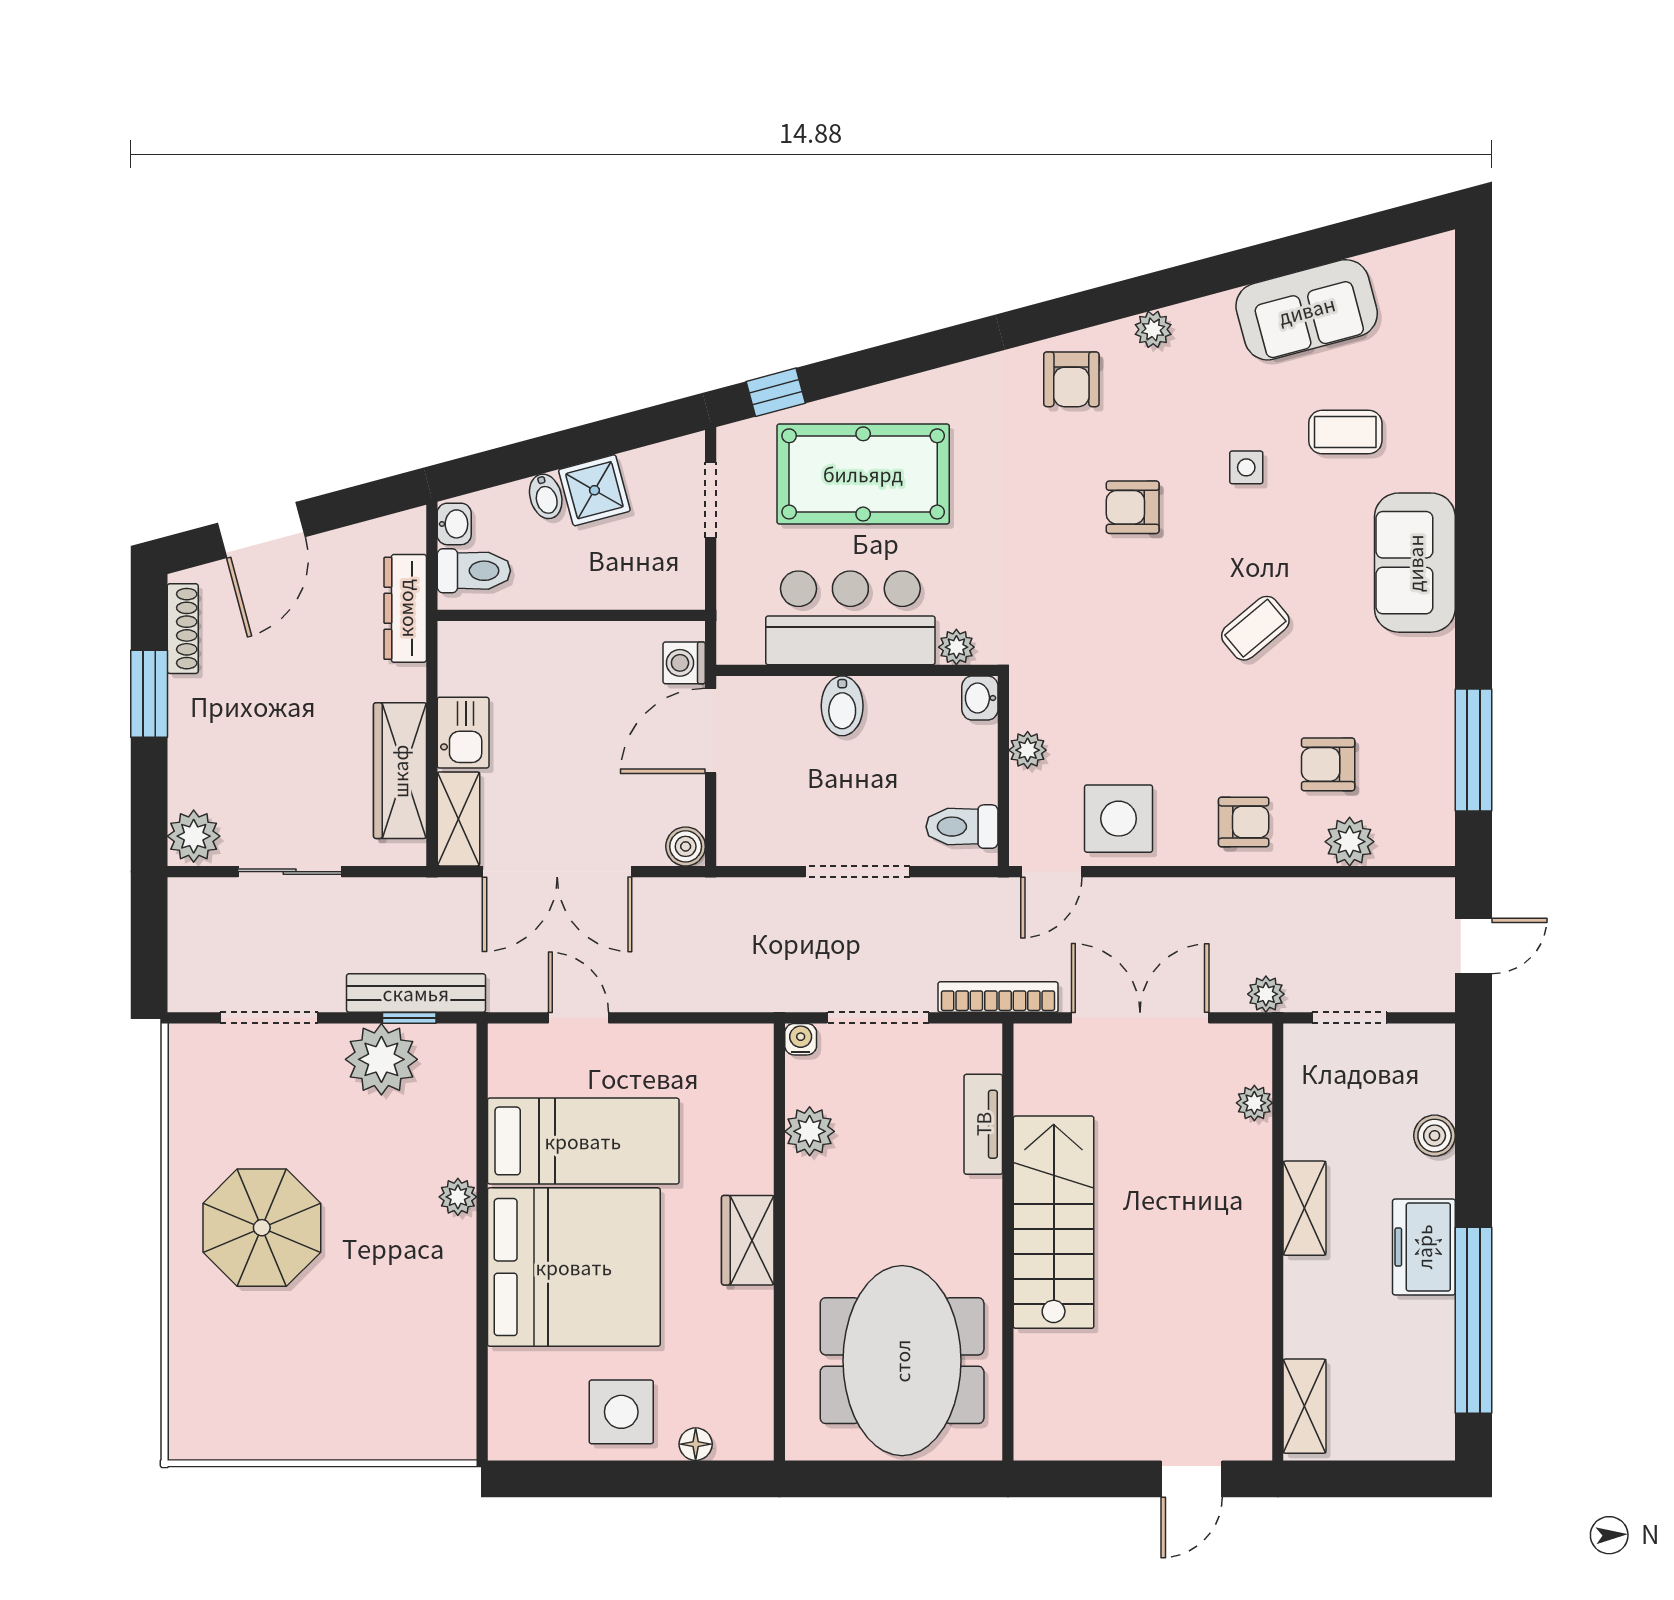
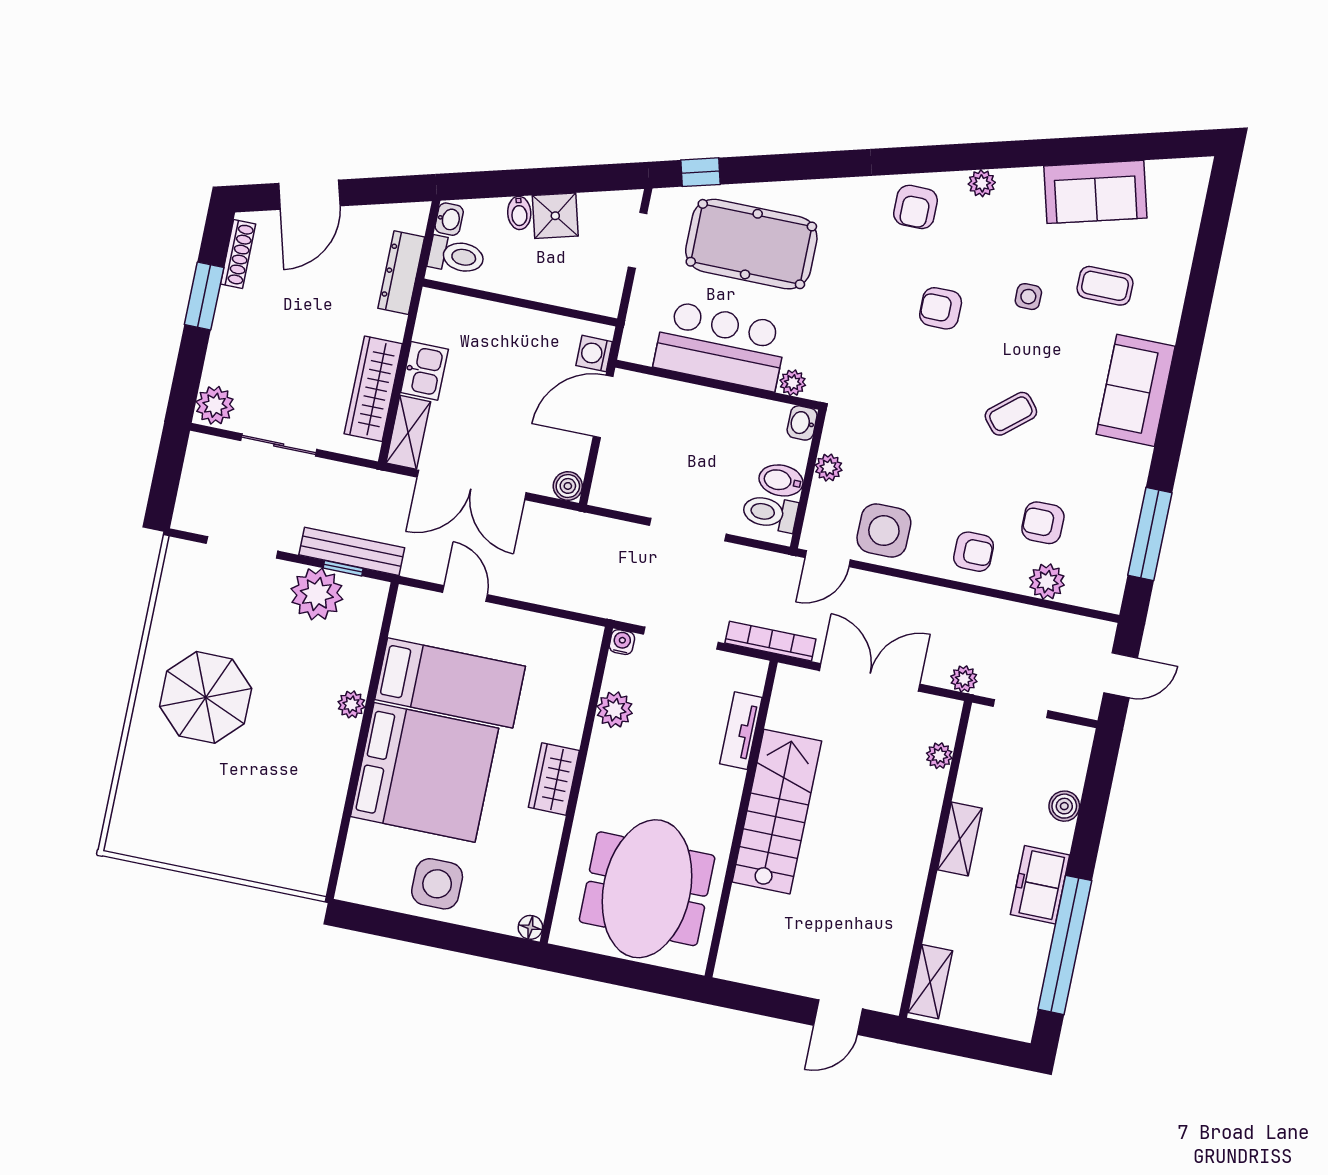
bidet: (842, 706) -> (781, 480), moved, turned 90
floor lamp: (696, 1444) -> (530, 927), moved

